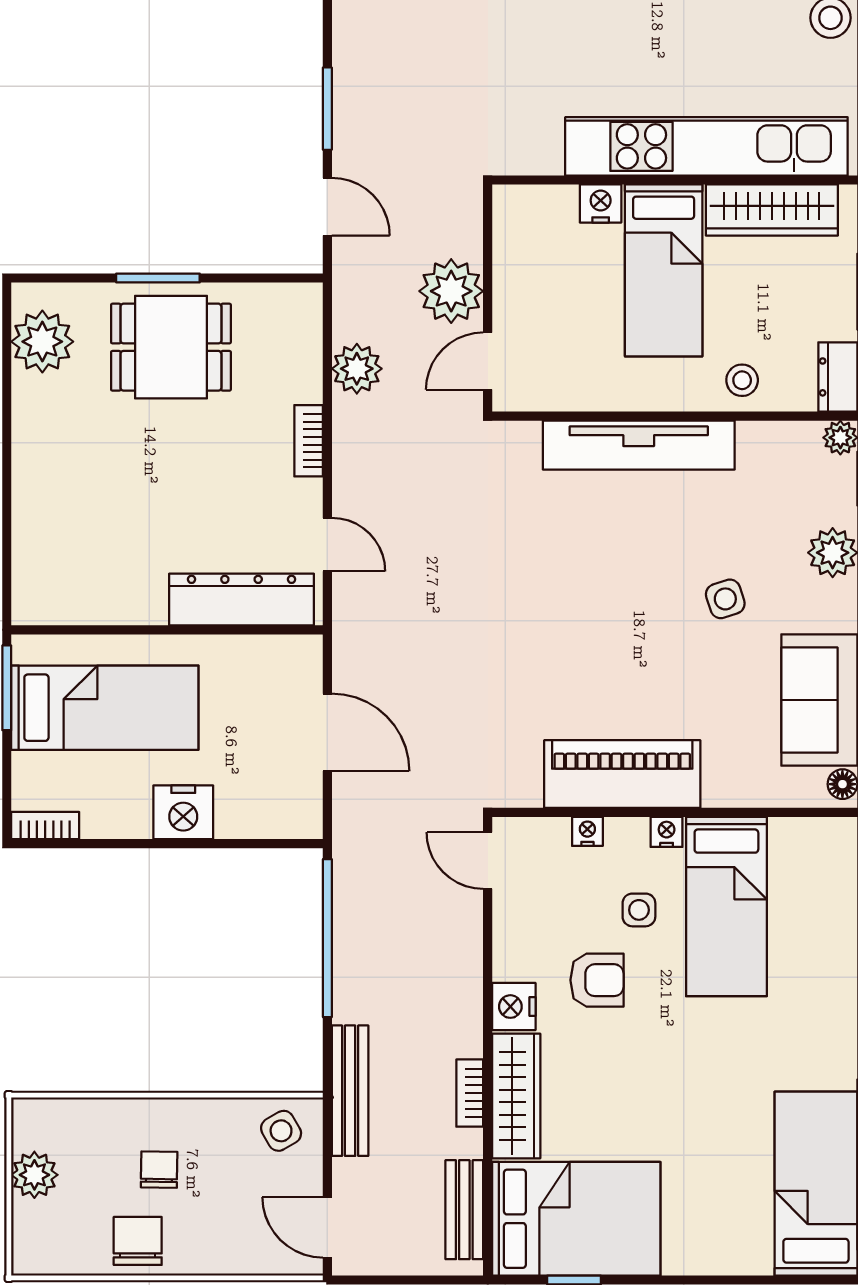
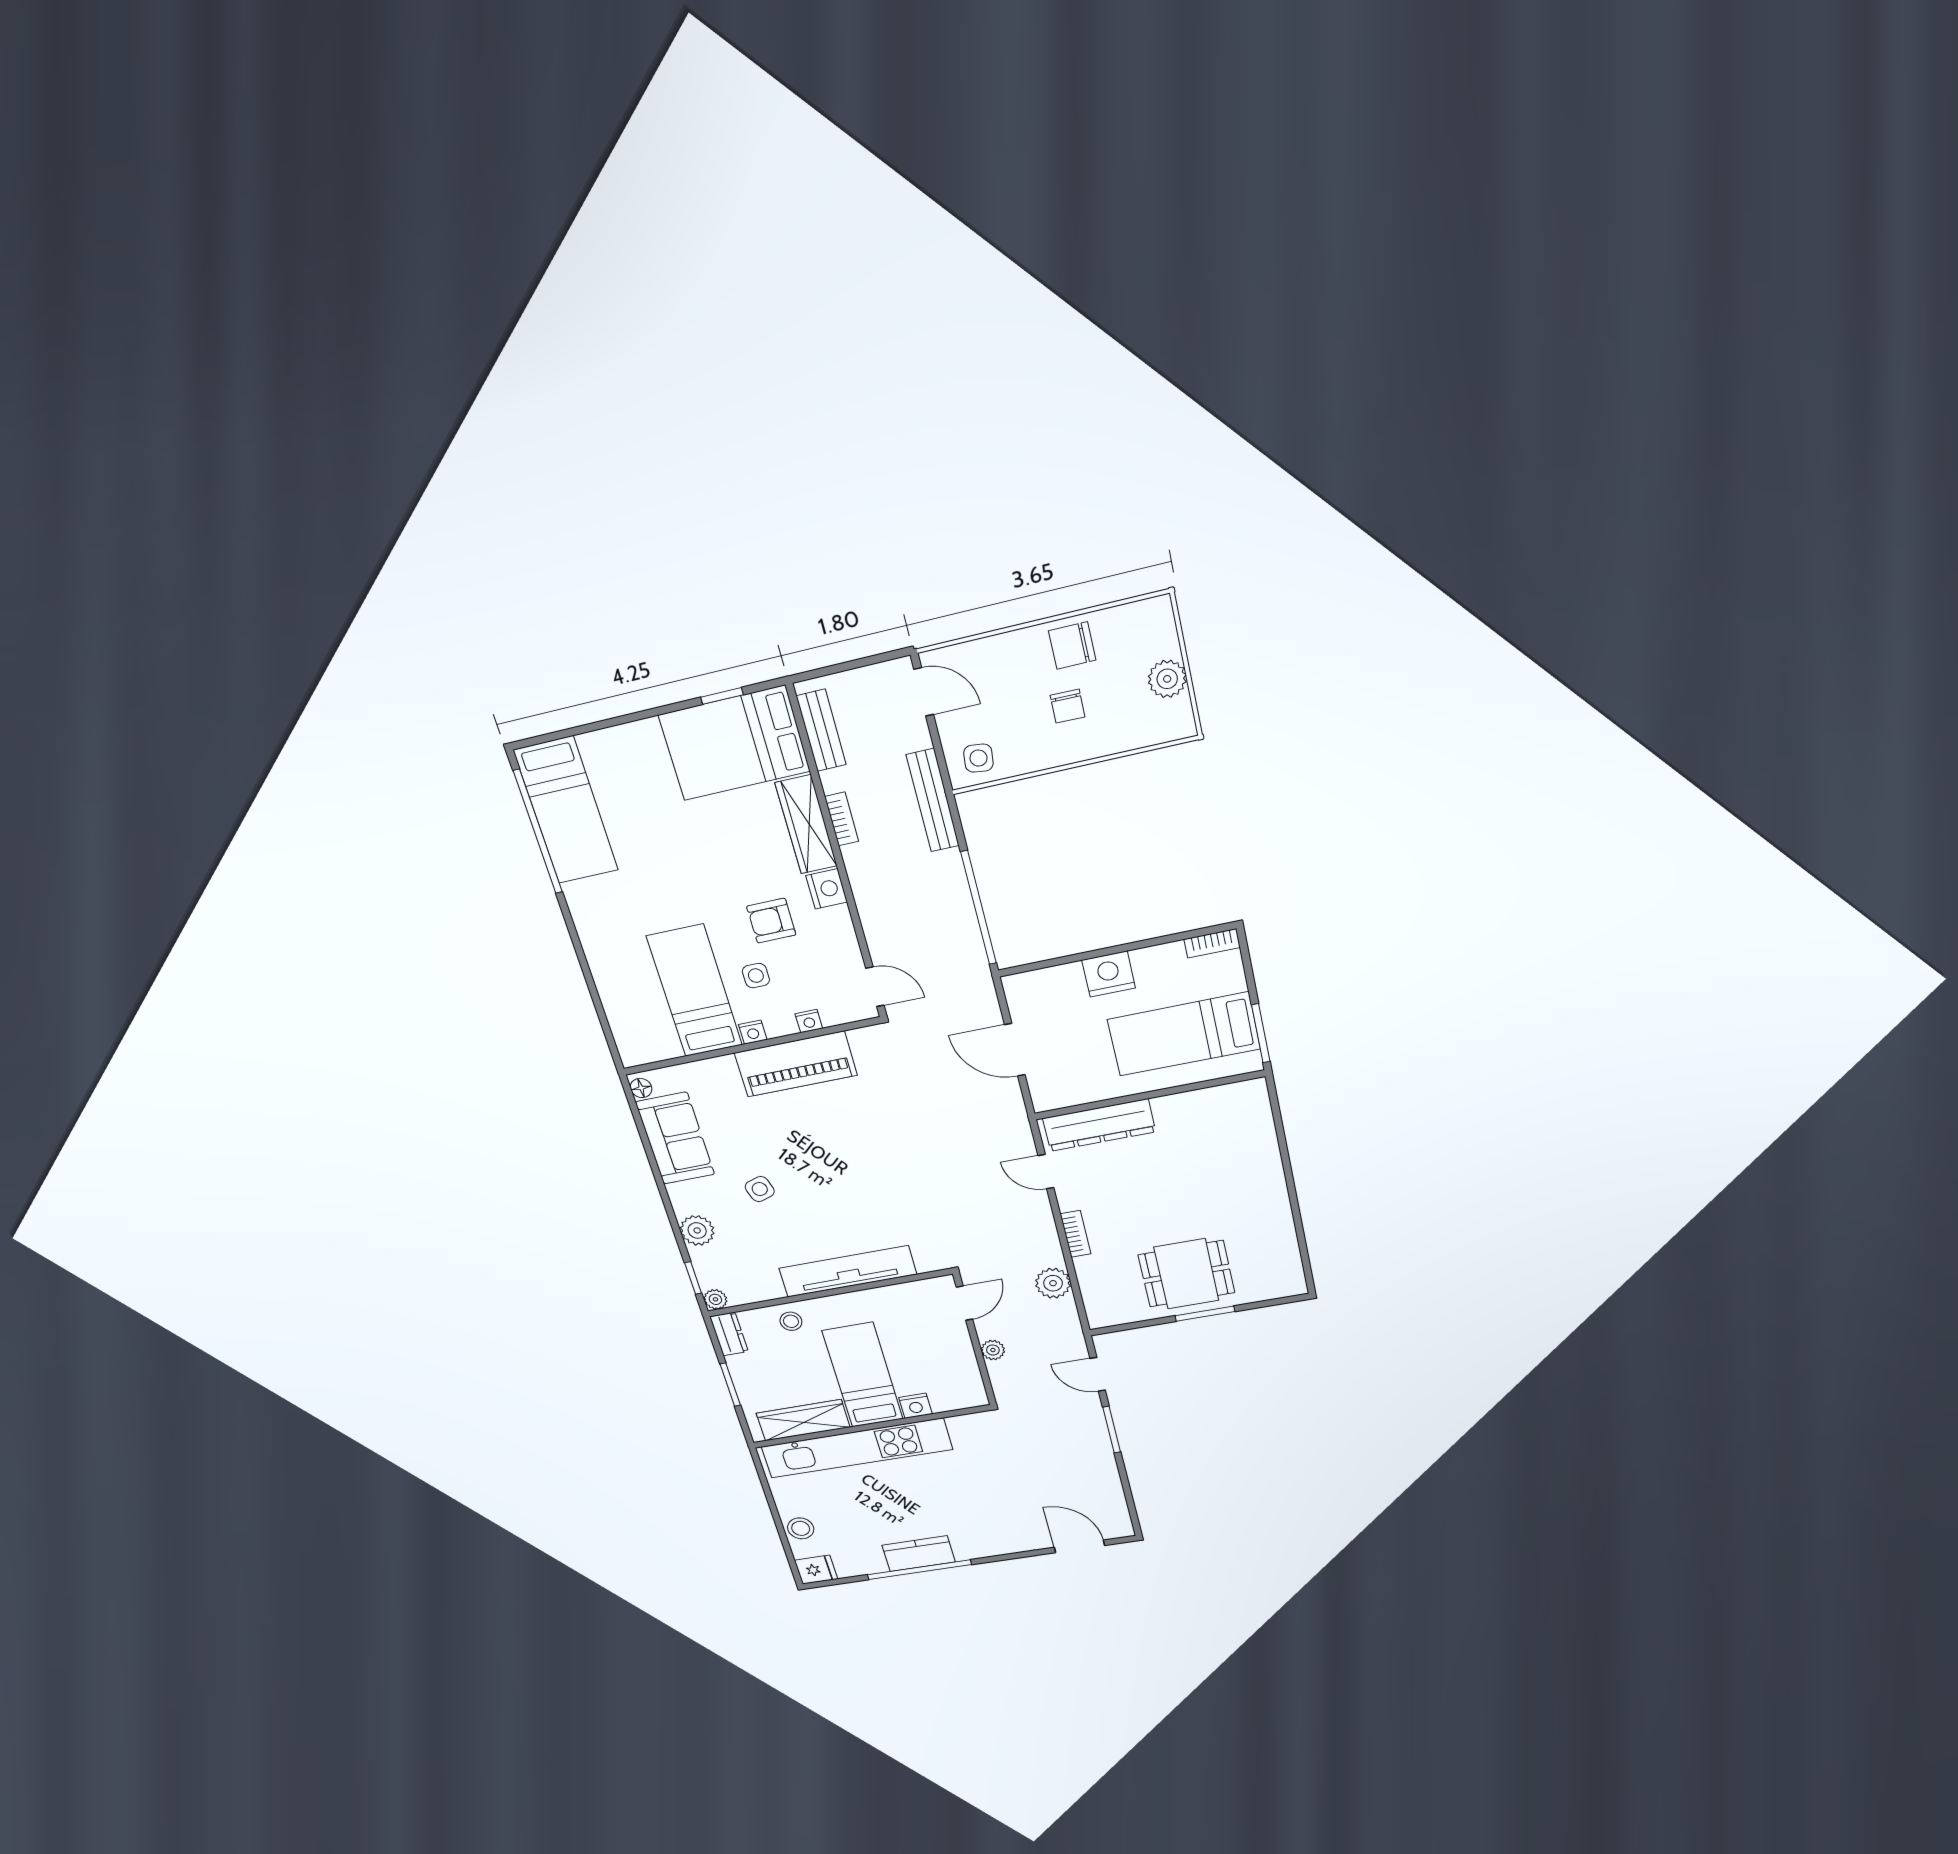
plant: (451, 291) -> (993, 1350), width x0.53, depth x0.53
plant: (42, 342) -> (1279, 1261), removed
side table: (281, 1131) -> (978, 758), turned 37
chair: (138, 1241) -> (1072, 645), turned 90

